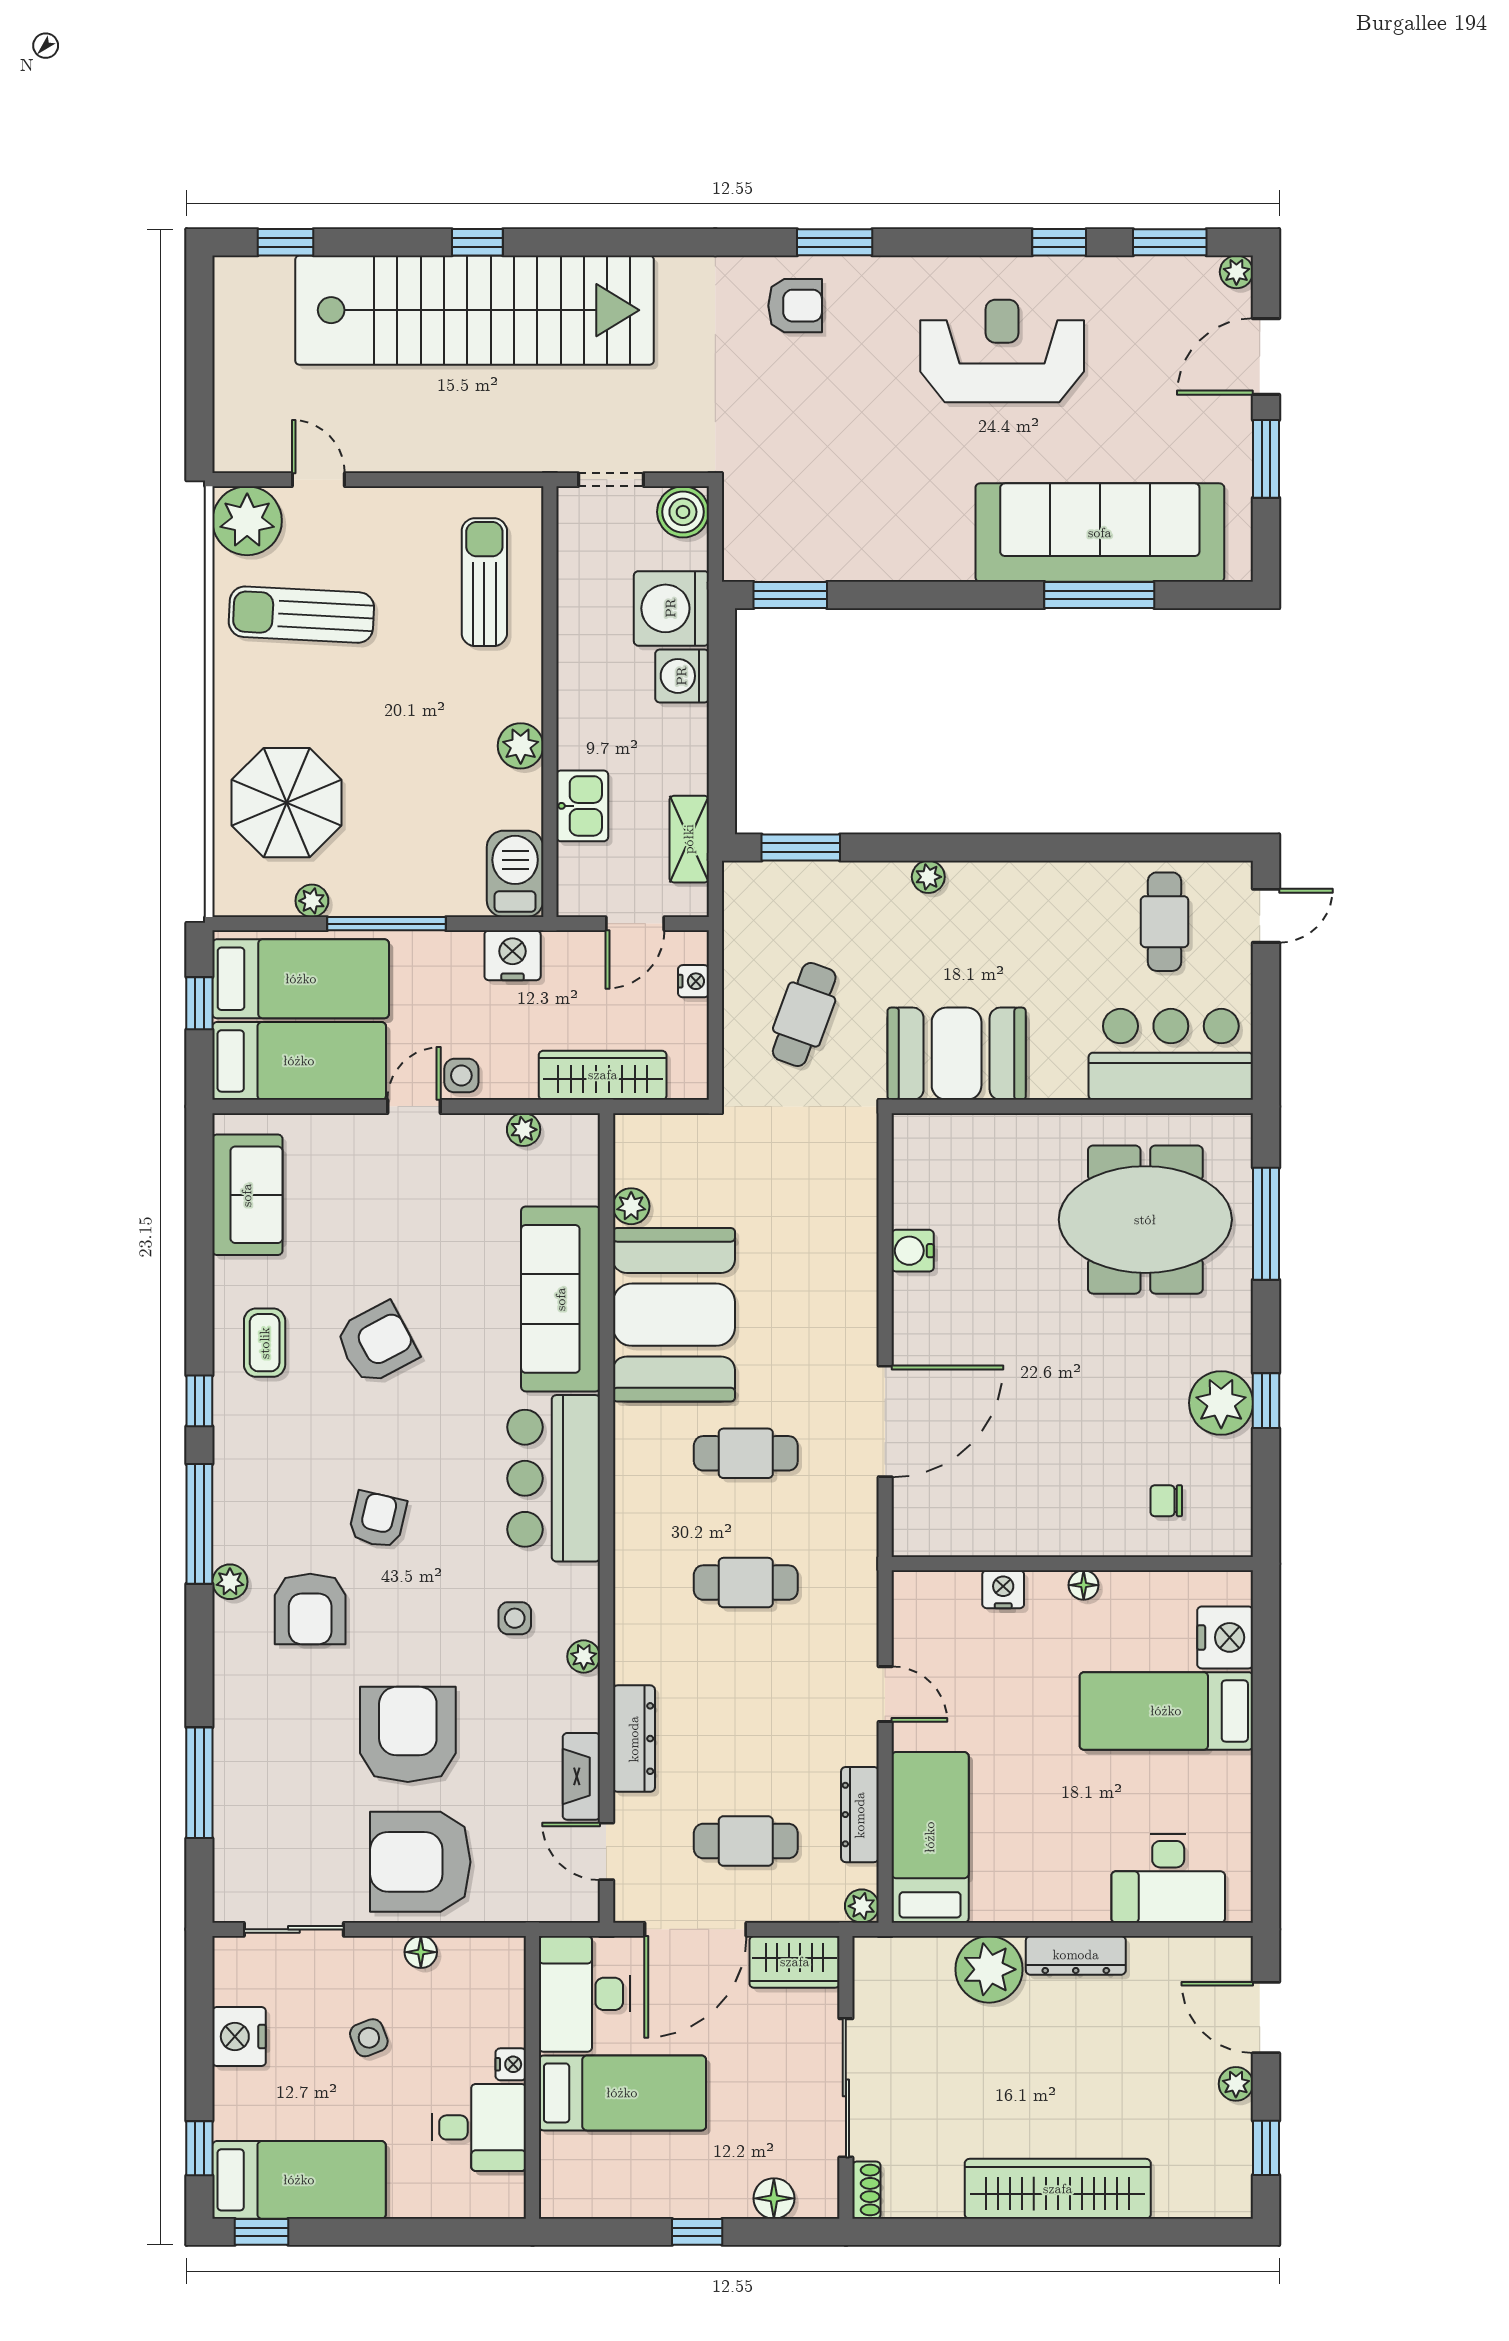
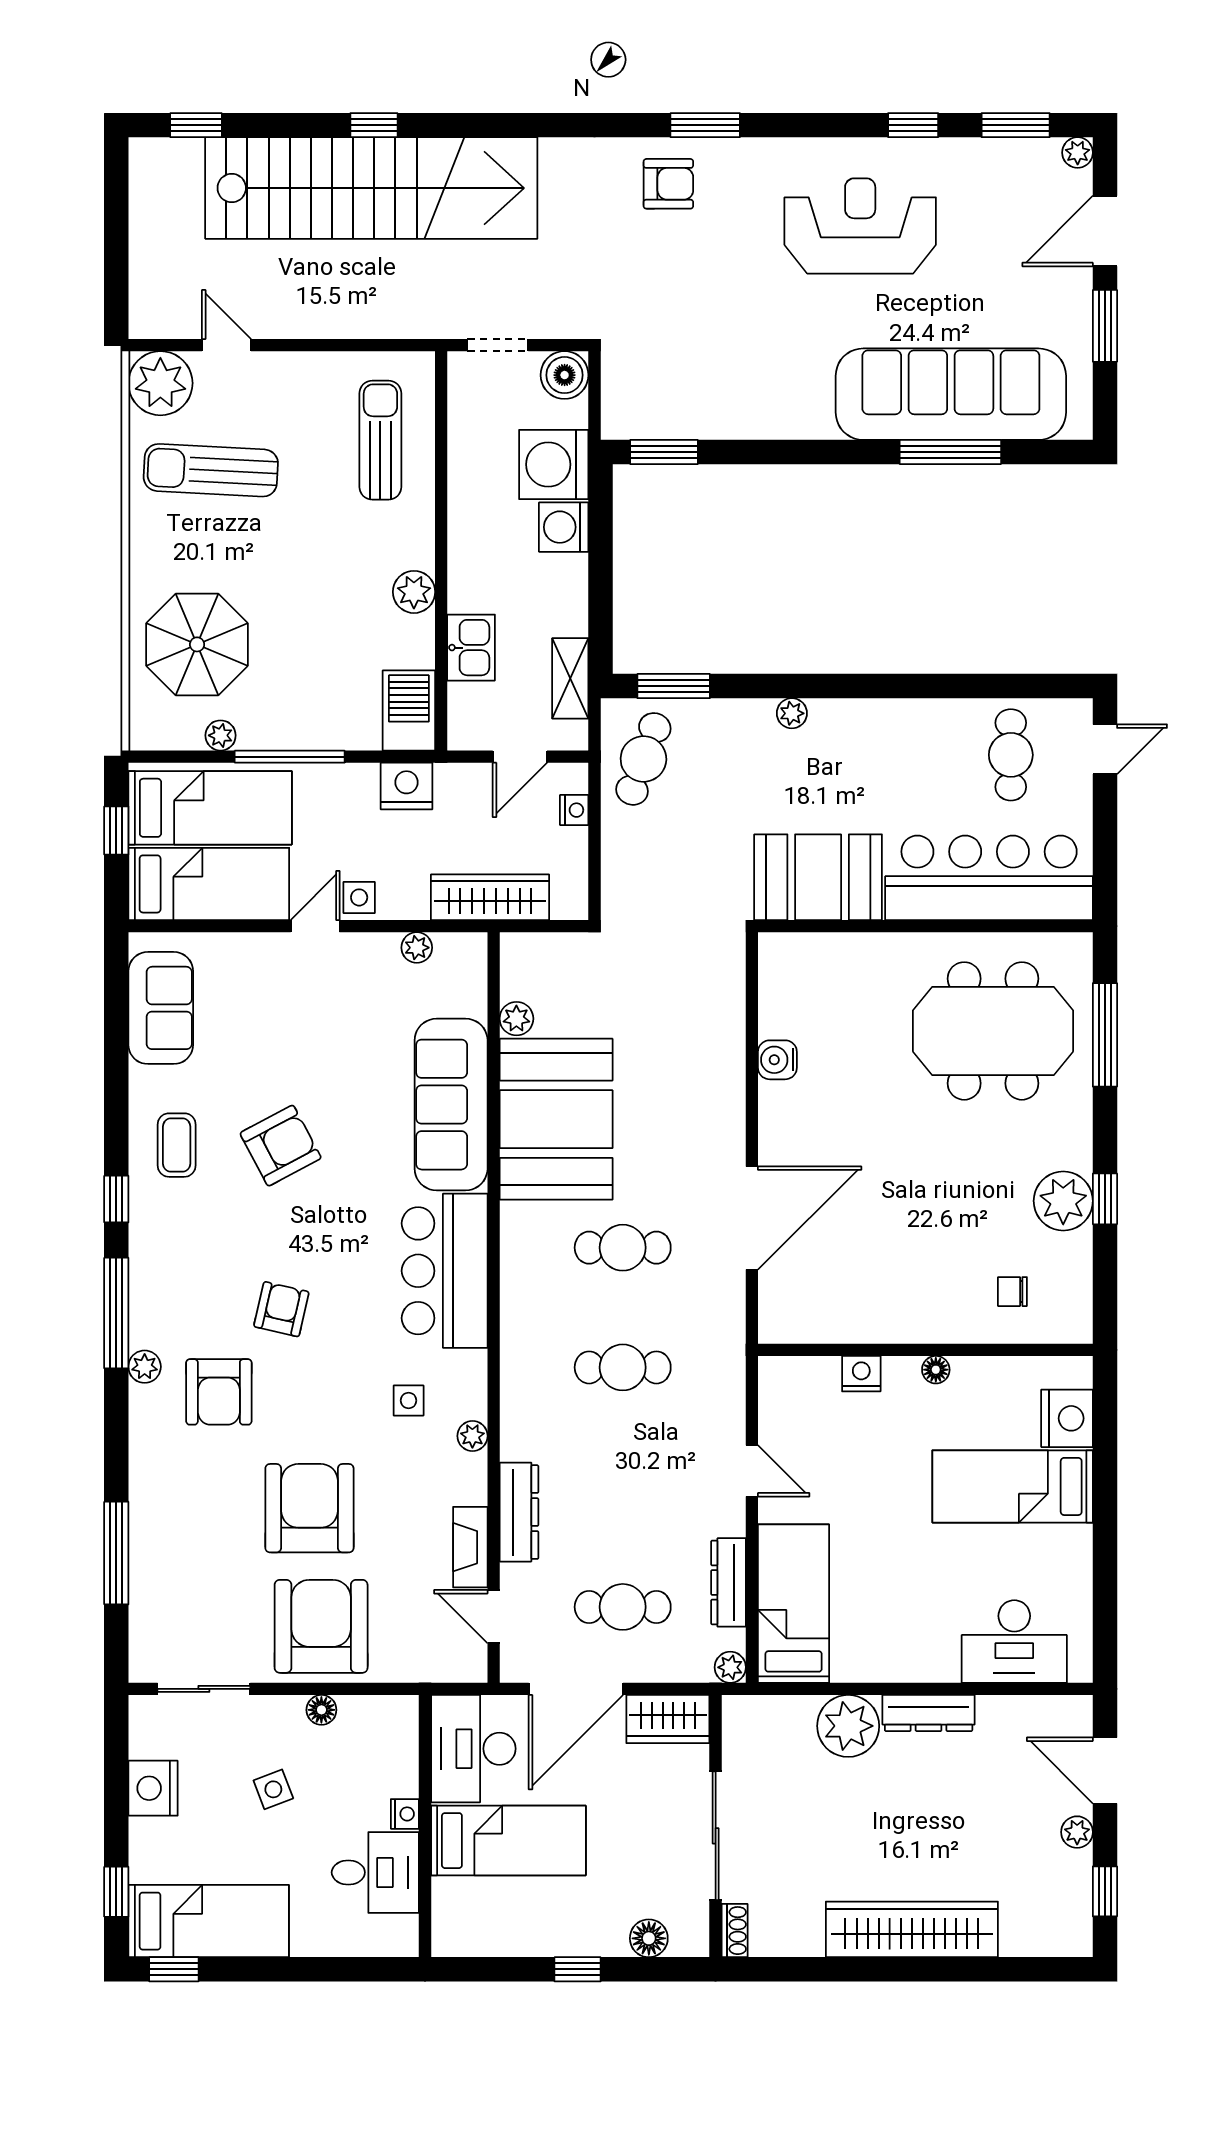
cafe table: (804, 1015) -> (643, 759), moved
bar counter: (1171, 1054) -> (989, 878), width x1.36
armchair: (420, 1862) -> (321, 1626), turned 90

